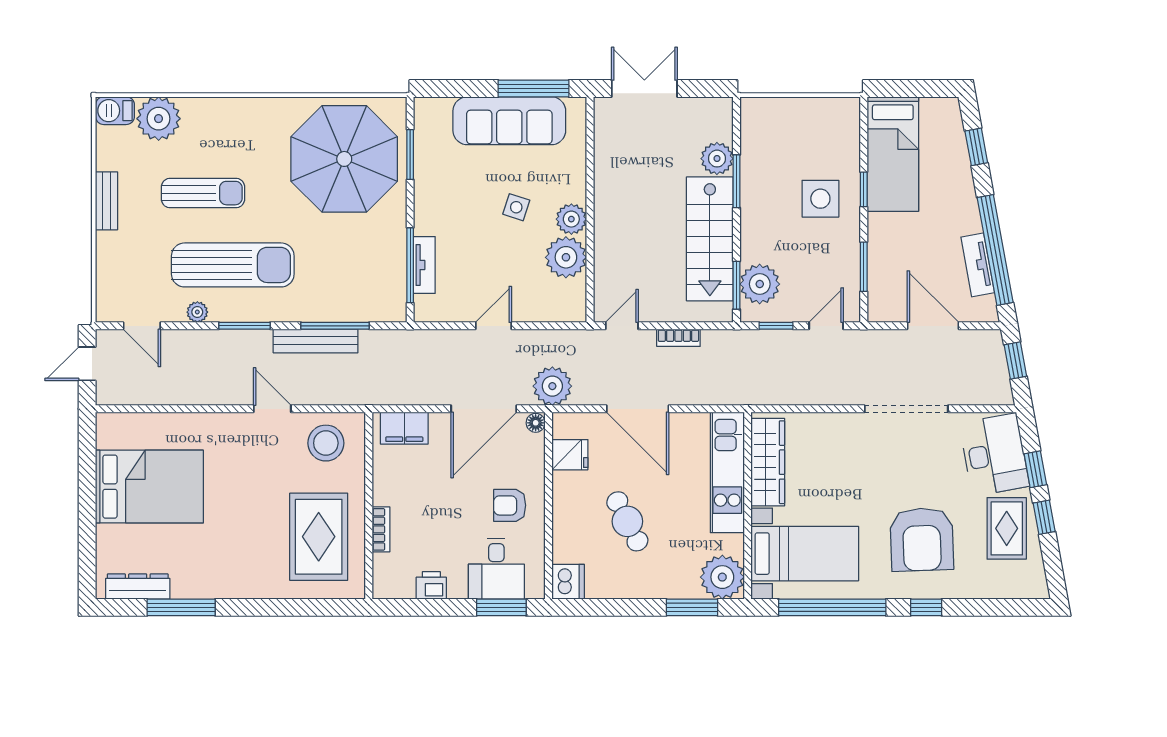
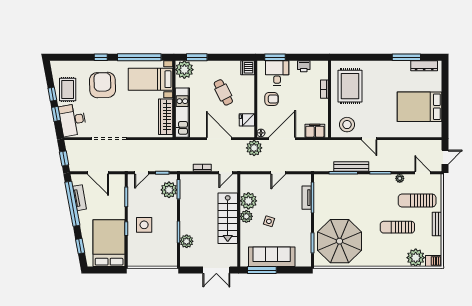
bed: (893, 154) -> (109, 243), width x1.50
stairs: (710, 239) -> (228, 218), moved, turned 180
sun lounger: (233, 265) -> (417, 200), moved, width x0.73, depth x0.75

